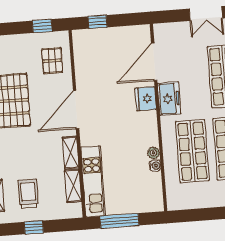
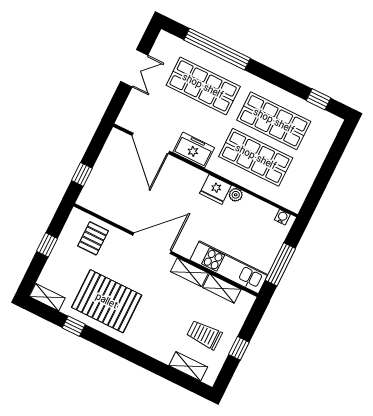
window: (42, 26) -> (47, 245), moved
pallet: (52, 61) -> (93, 238), turned 90
fridge: (146, 99) -> (215, 189), moved
door: (76, 110) -> (152, 243), swing flipped
water cooler: (155, 166) -> (282, 217), moved

